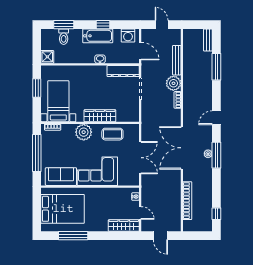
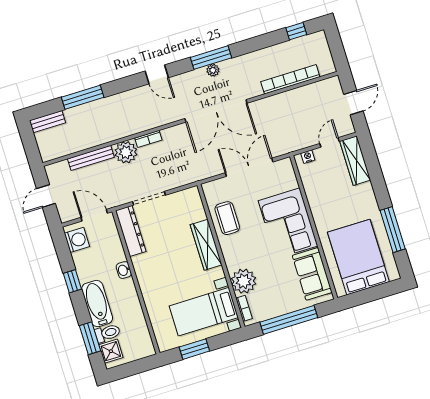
bathtub: (98, 36) -> (97, 304), moved
door: (140, 51) -> (94, 215), hinge flipped
shower: (47, 57) -> (111, 351), moved
plant: (84, 132) -> (244, 281), moved

